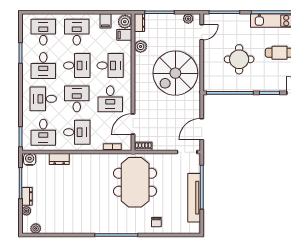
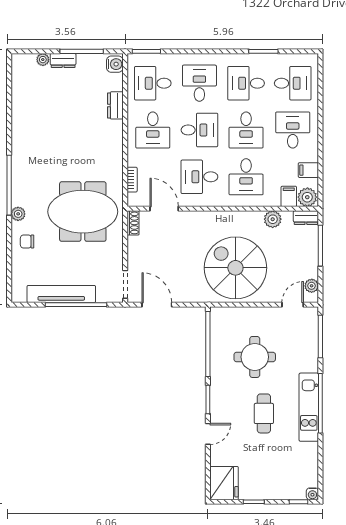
desk: (77, 32) -> (293, 130), turned -90
door: (202, 32) -> (293, 305), swing flipped
plant: (36, 228) -> (18, 214), moved

